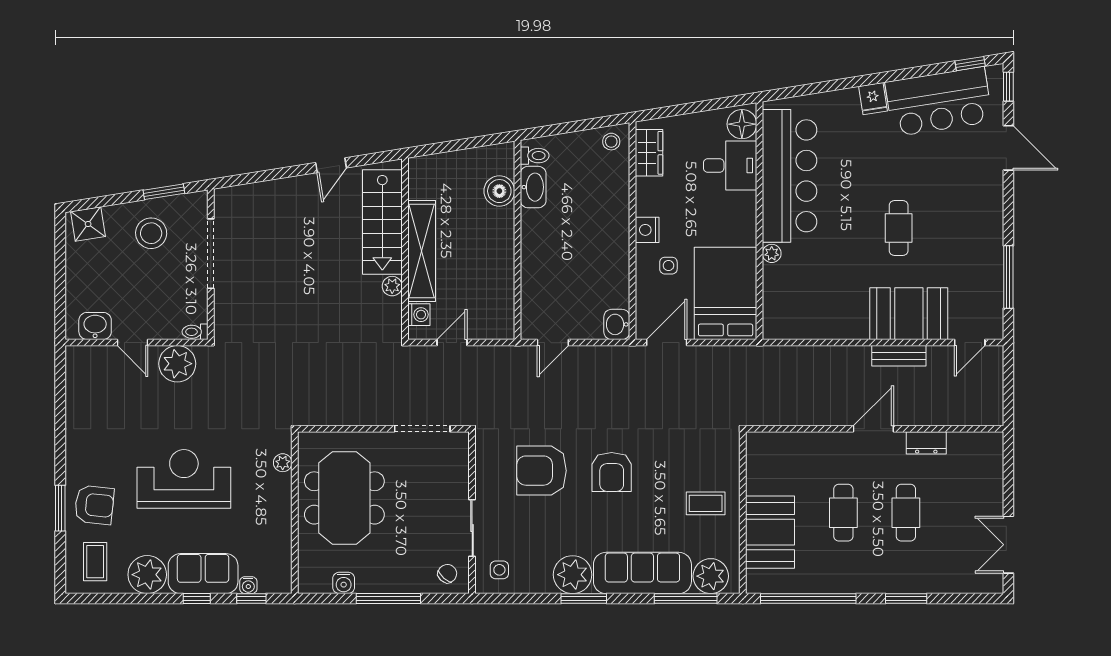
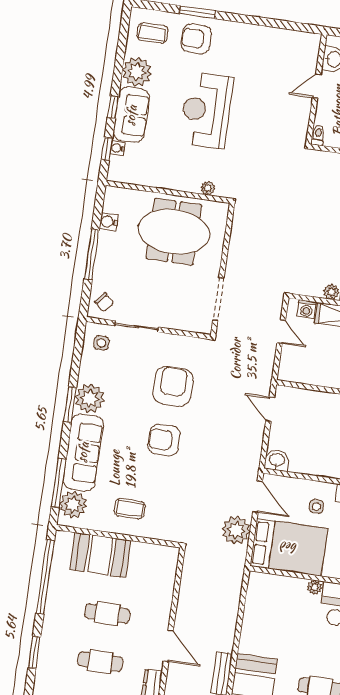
plant: (177, 364) -> (236, 530), moved
reception desk: (184, 479) -> (206, 110), turned 180
coffee table: (706, 503) -> (130, 509), turned 90
armchair: (94, 505) -> (196, 39), turned 84

